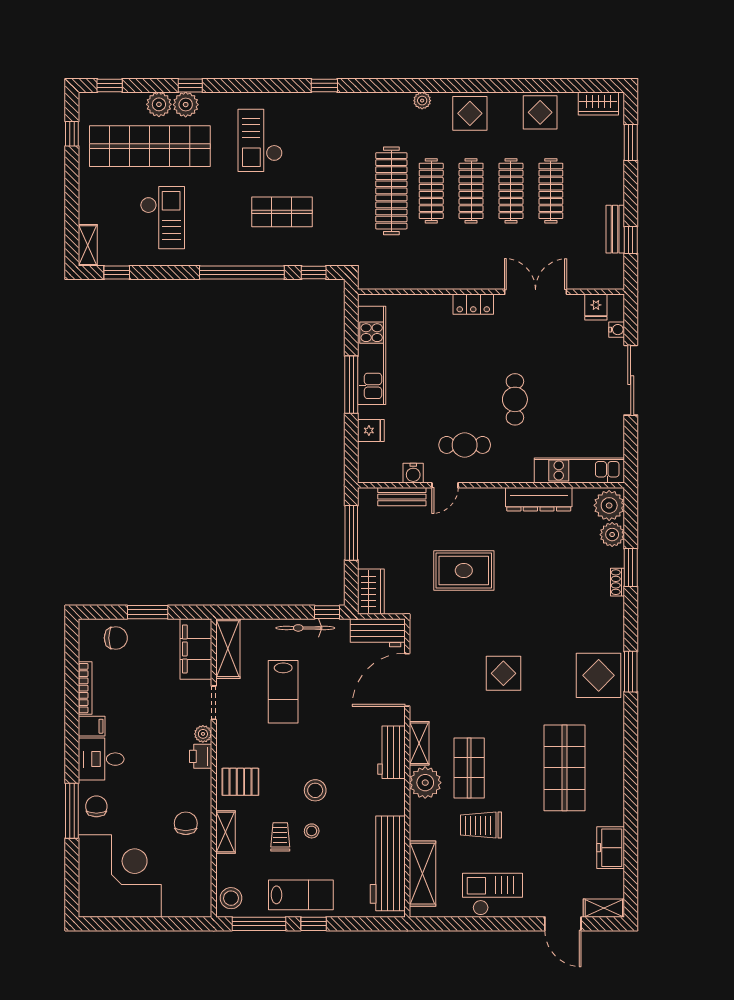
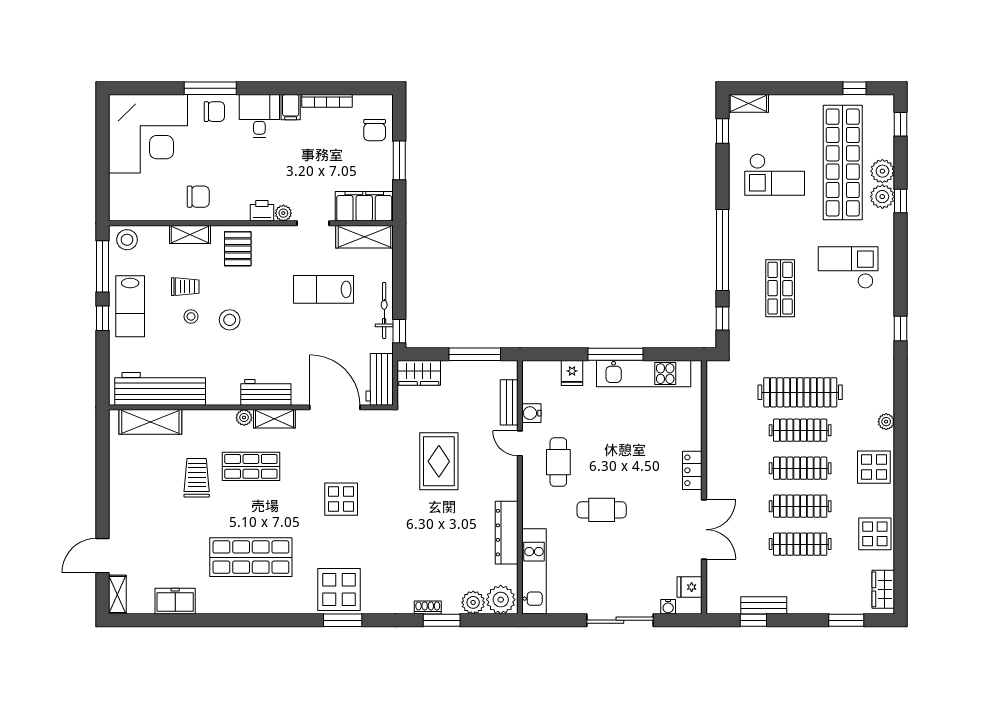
plant: (425, 783) -> (244, 418), width x0.53, depth x0.53
checkout: (493, 894) -> (131, 489), removed

